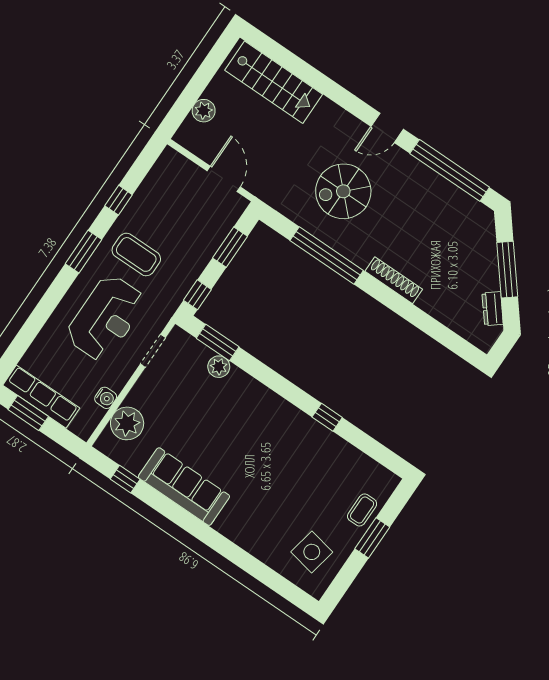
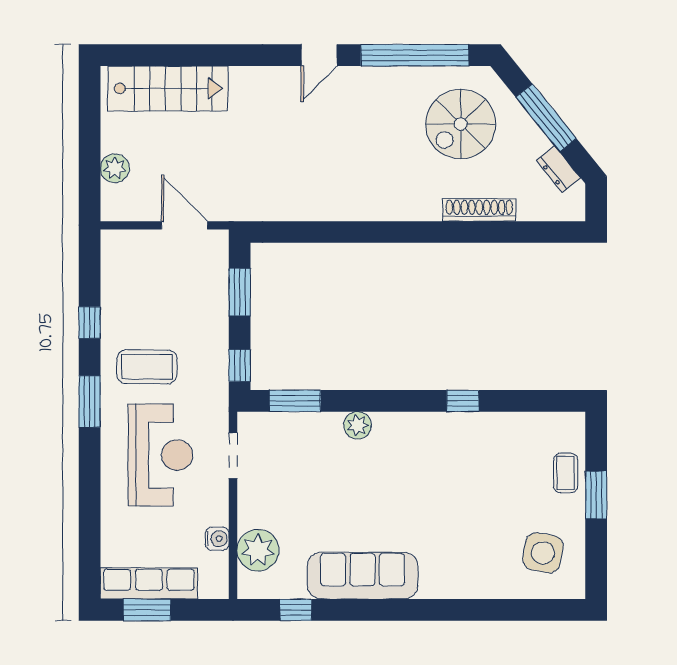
spiral stairs: (343, 191) -> (461, 124), moved
window: (327, 255) -> (347, 232), removed
shoe rack: (394, 280) -> (479, 210), moved
plant: (219, 367) -> (358, 425), moved

